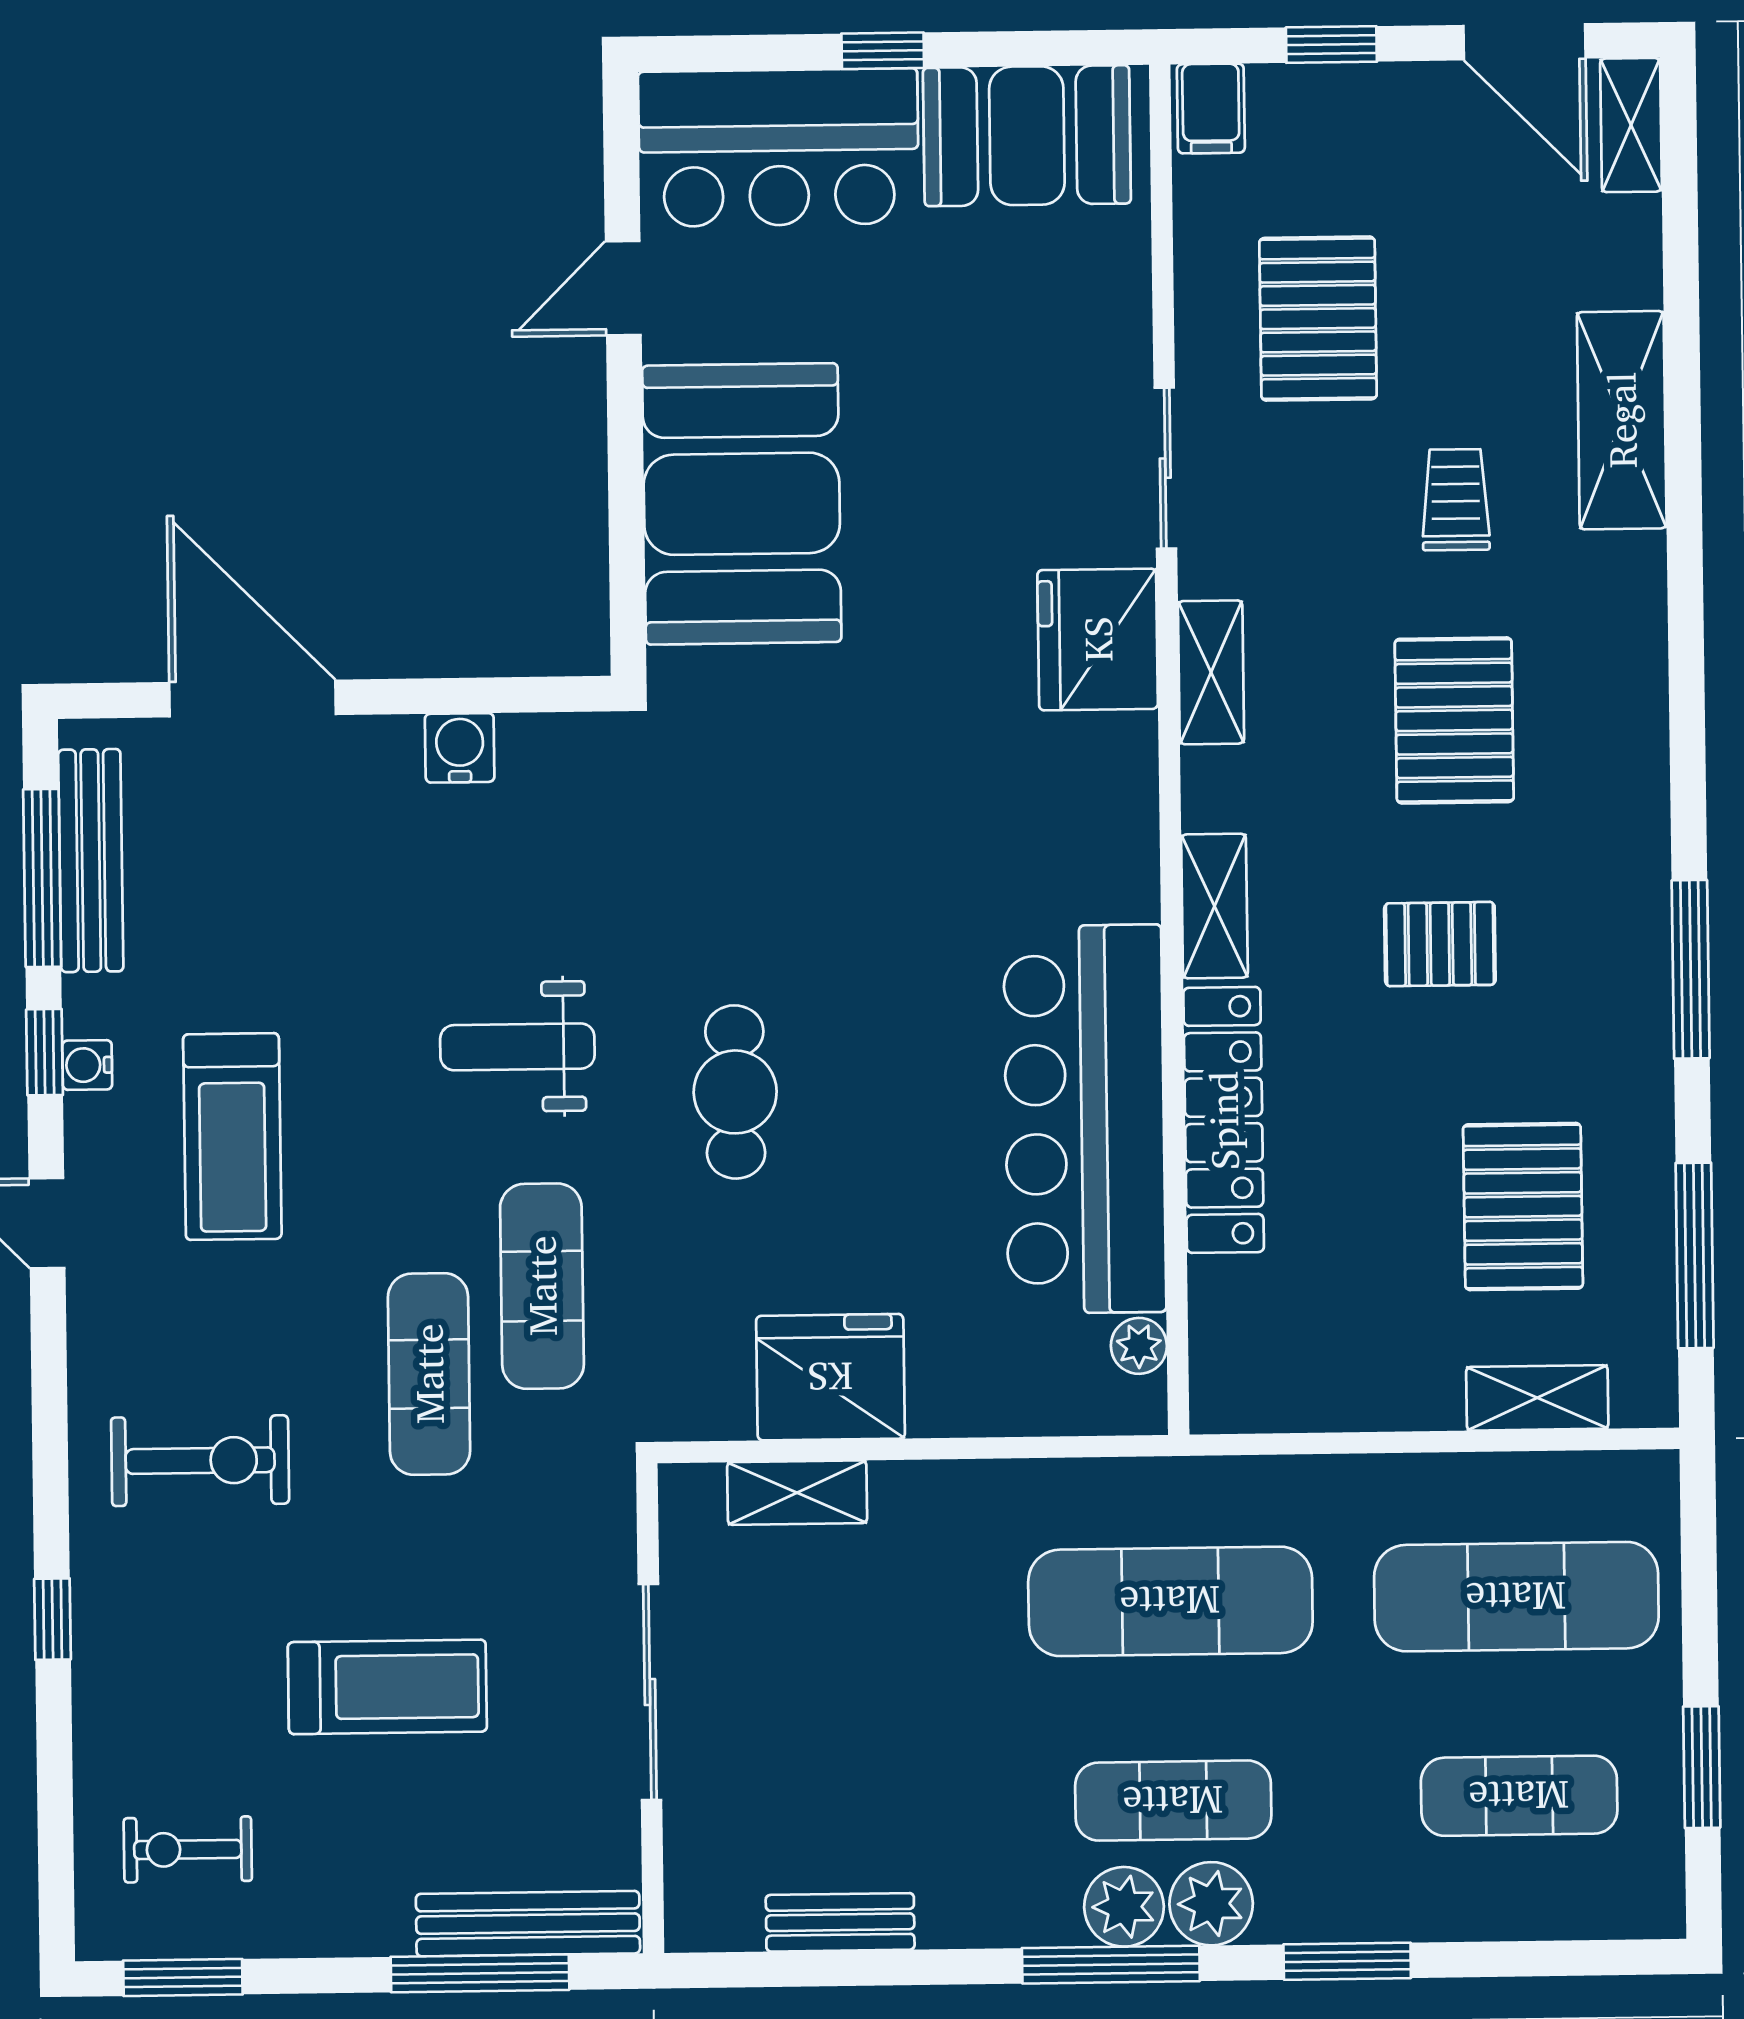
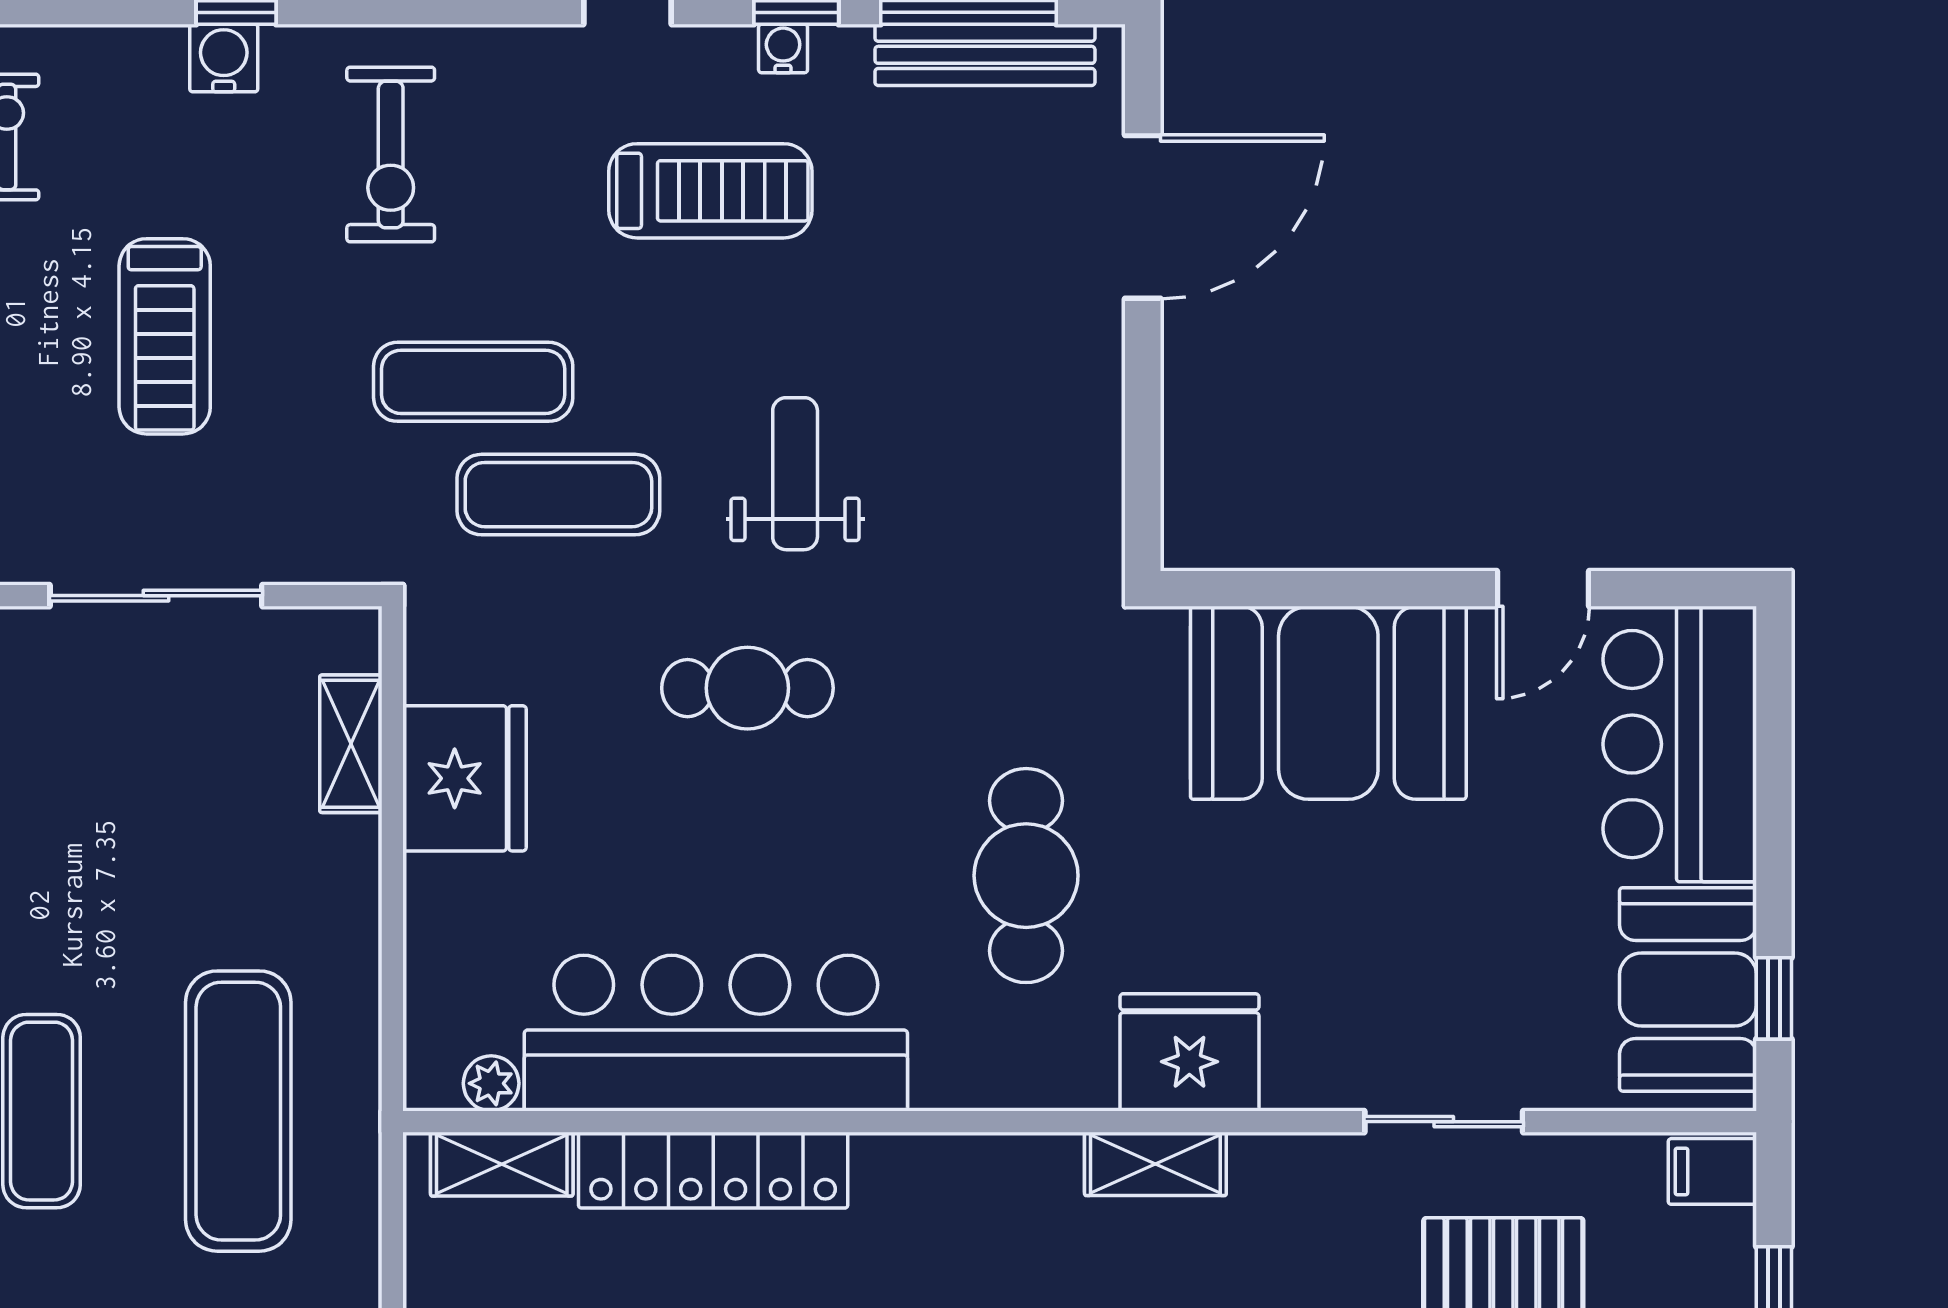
window: (883, 51) -> (1774, 998), moved
door: (623, 288) -> (1543, 589), swing flipped
sliding door: (1165, 468) -> (1444, 1122), moved
water cooler: (460, 748) -> (224, 58), moved, turned -90
cafe table: (921, 807) -> (1026, 876), added
shelving: (1214, 906) -> (502, 1164), moved
treadmill: (232, 1137) -> (710, 191), turned 180

